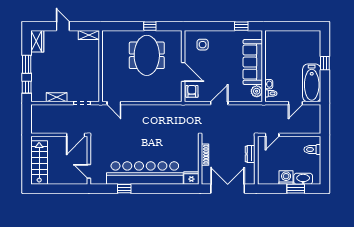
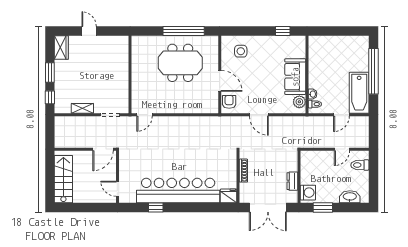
window: (150, 26) -> (184, 31), width x3.17
shelving: (89, 35) -> (117, 41), removed
meeting table: (147, 55) -> (180, 63), turned 90
sofa: (253, 62) -> (295, 77), width x0.73
window: (325, 63) -> (373, 71), width x3.17
door: (114, 103) -> (144, 115), hinge flipped
door: (219, 103) -> (259, 115), swing flipped
door: (272, 135) -> (342, 149), moved
dresser: (250, 154) -> (292, 181), moved
washing machine: (286, 178) -> (308, 193), moved, turned 90
double door: (228, 189) -> (268, 208), swing flipped
window: (296, 189) -> (323, 208), moved

